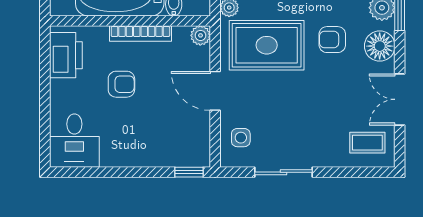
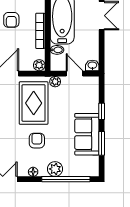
floor lamp: (380, 46) -> (33, 172), width x0.53, depth x0.53

